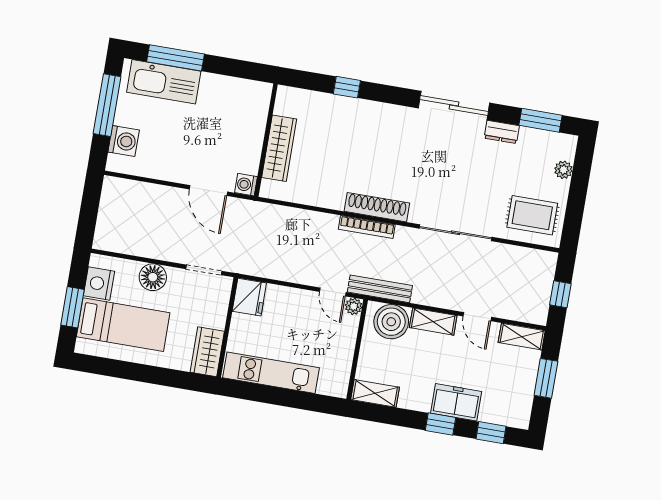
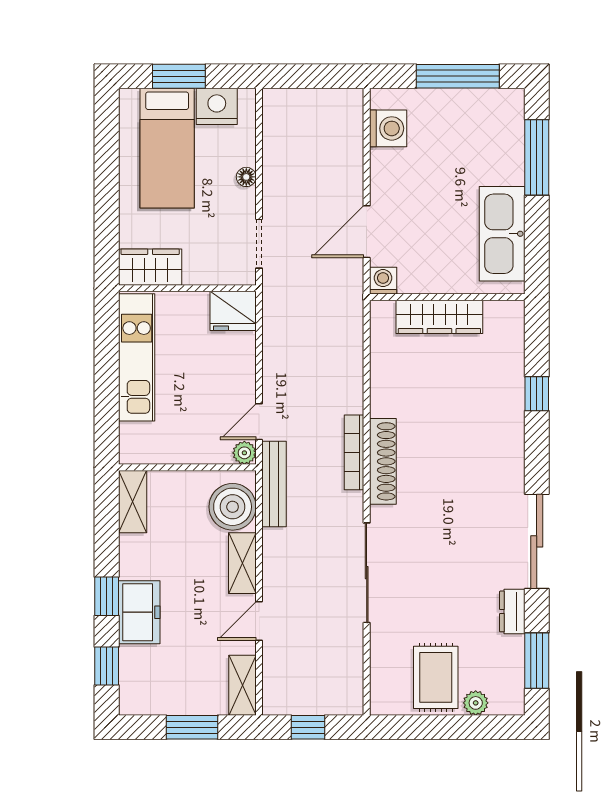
kitchen sink: (164, 82) -> (502, 234), moved
washing machine: (124, 141) -> (388, 128), moved, turned -90
rug: (532, 215) -> (436, 677), moved
floor lamp: (153, 277) -> (246, 177), width x0.53, depth x0.53

